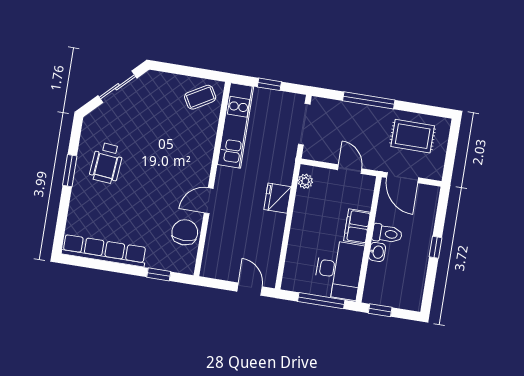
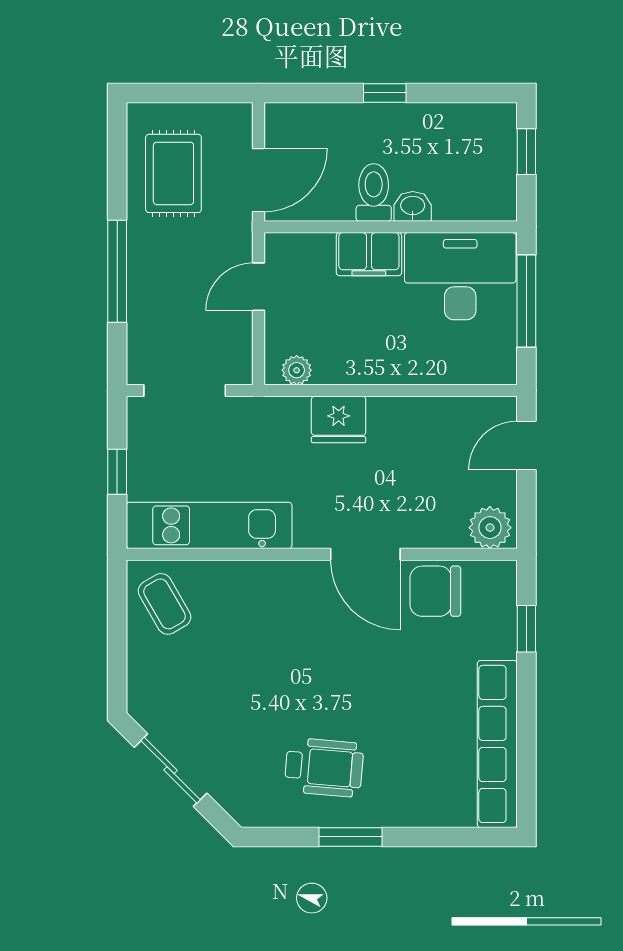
door: (209, 201) -> (365, 554), width x1.38
plant: (212, 264) -> (490, 528), added
window: (380, 310) -> (526, 152), moved

